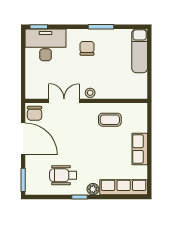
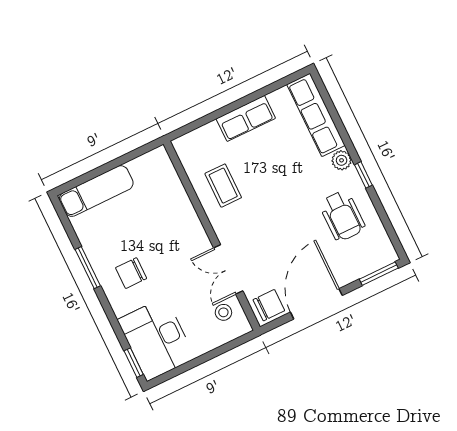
stool: (90, 93) -> (223, 312), moved

